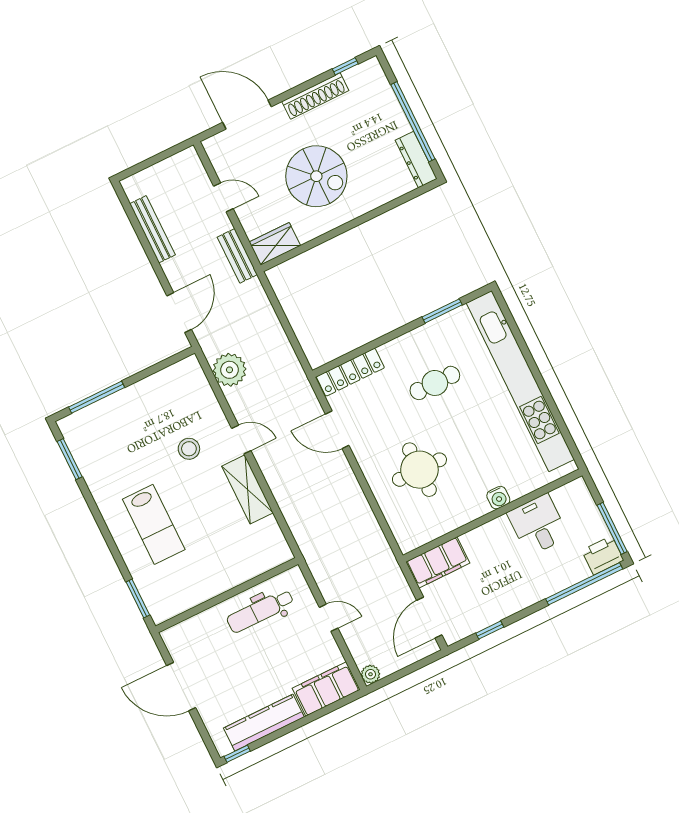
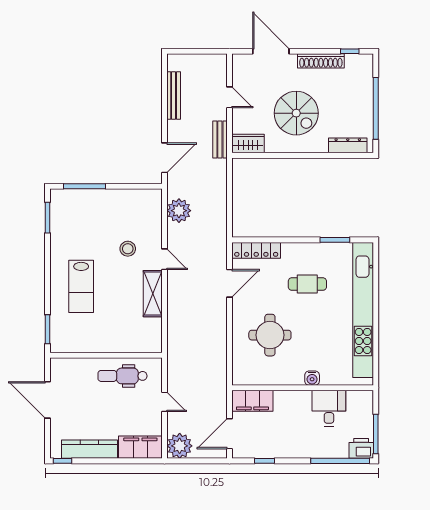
dresser: (416, 160) -> (348, 145), moved, turned 90
door: (337, 430) -> (229, 283), swing flipped
plant: (370, 674) -> (180, 446), width x1.87, depth x1.87

